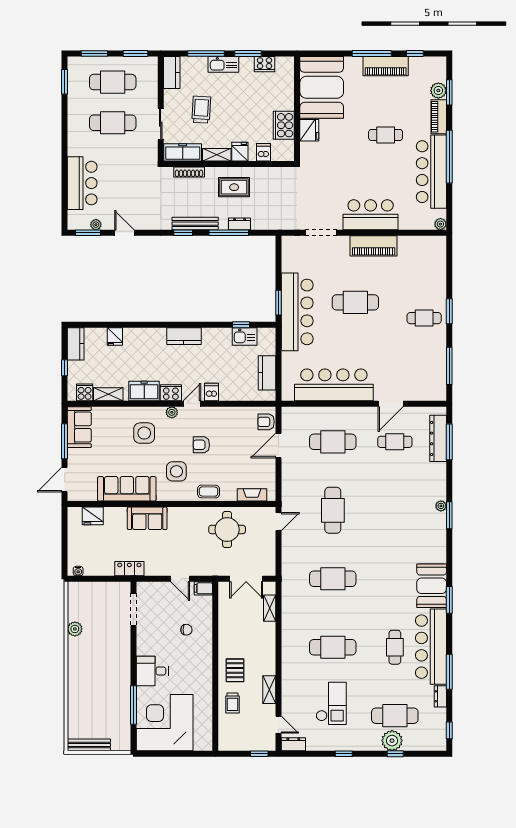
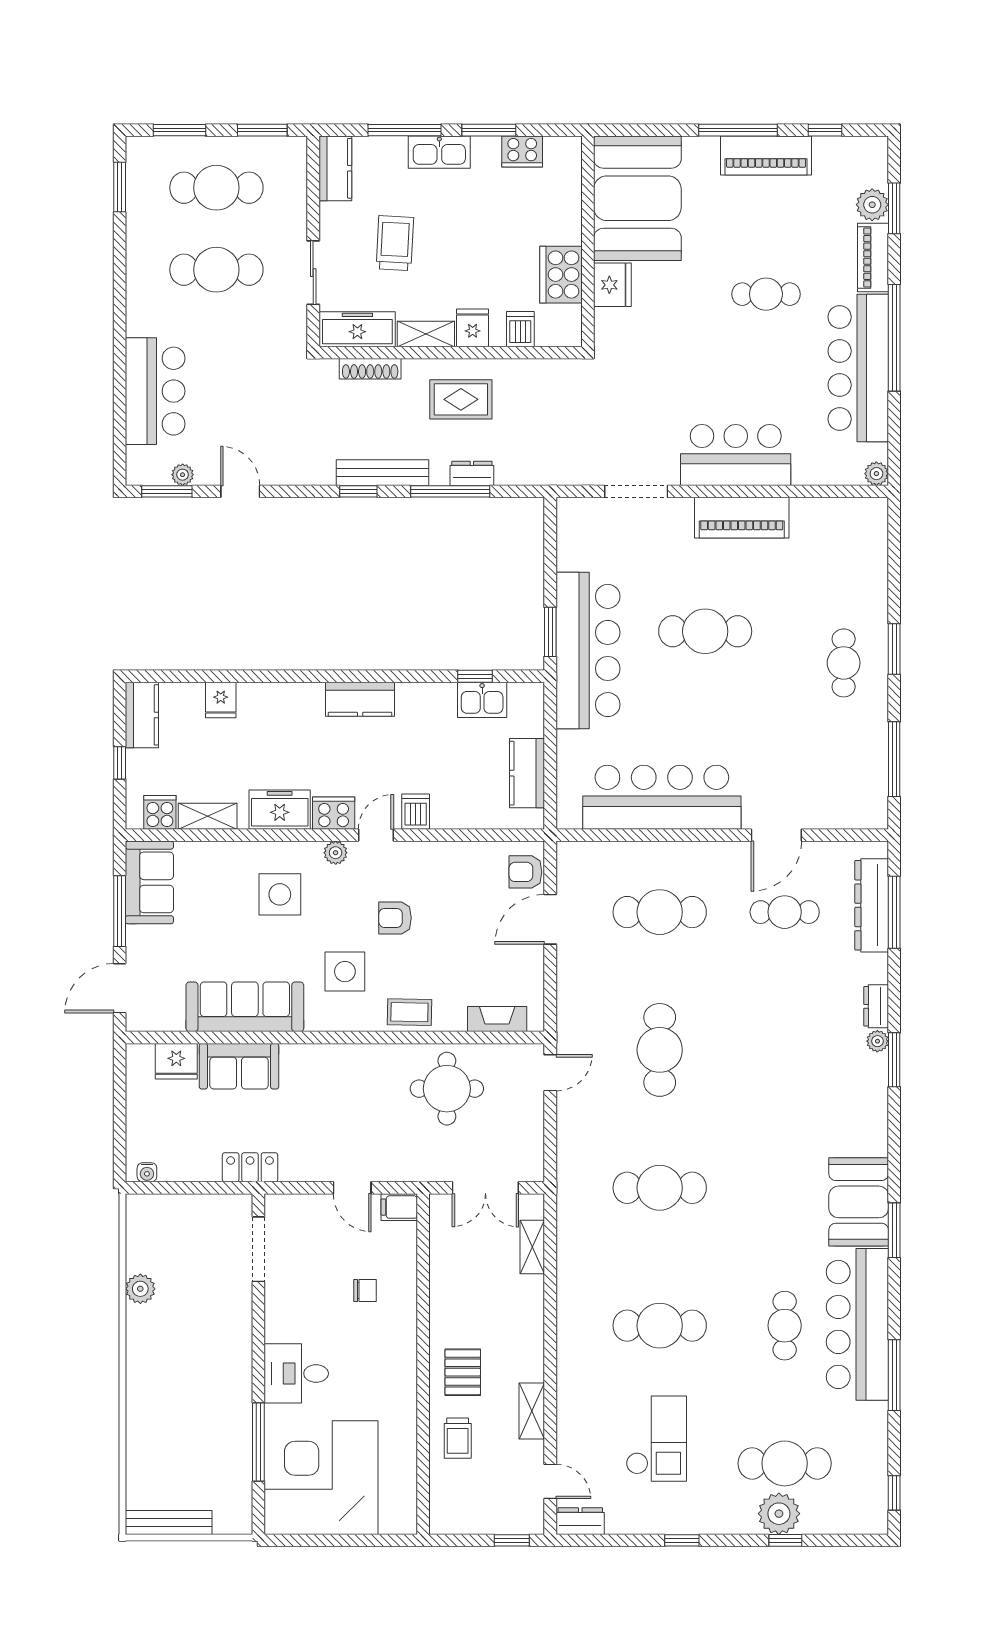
cafe table: (424, 318) -> (844, 663), turned 90
sofa: (147, 518) -> (239, 1066), moved
dresser: (440, 696) -> (876, 1006), moved

